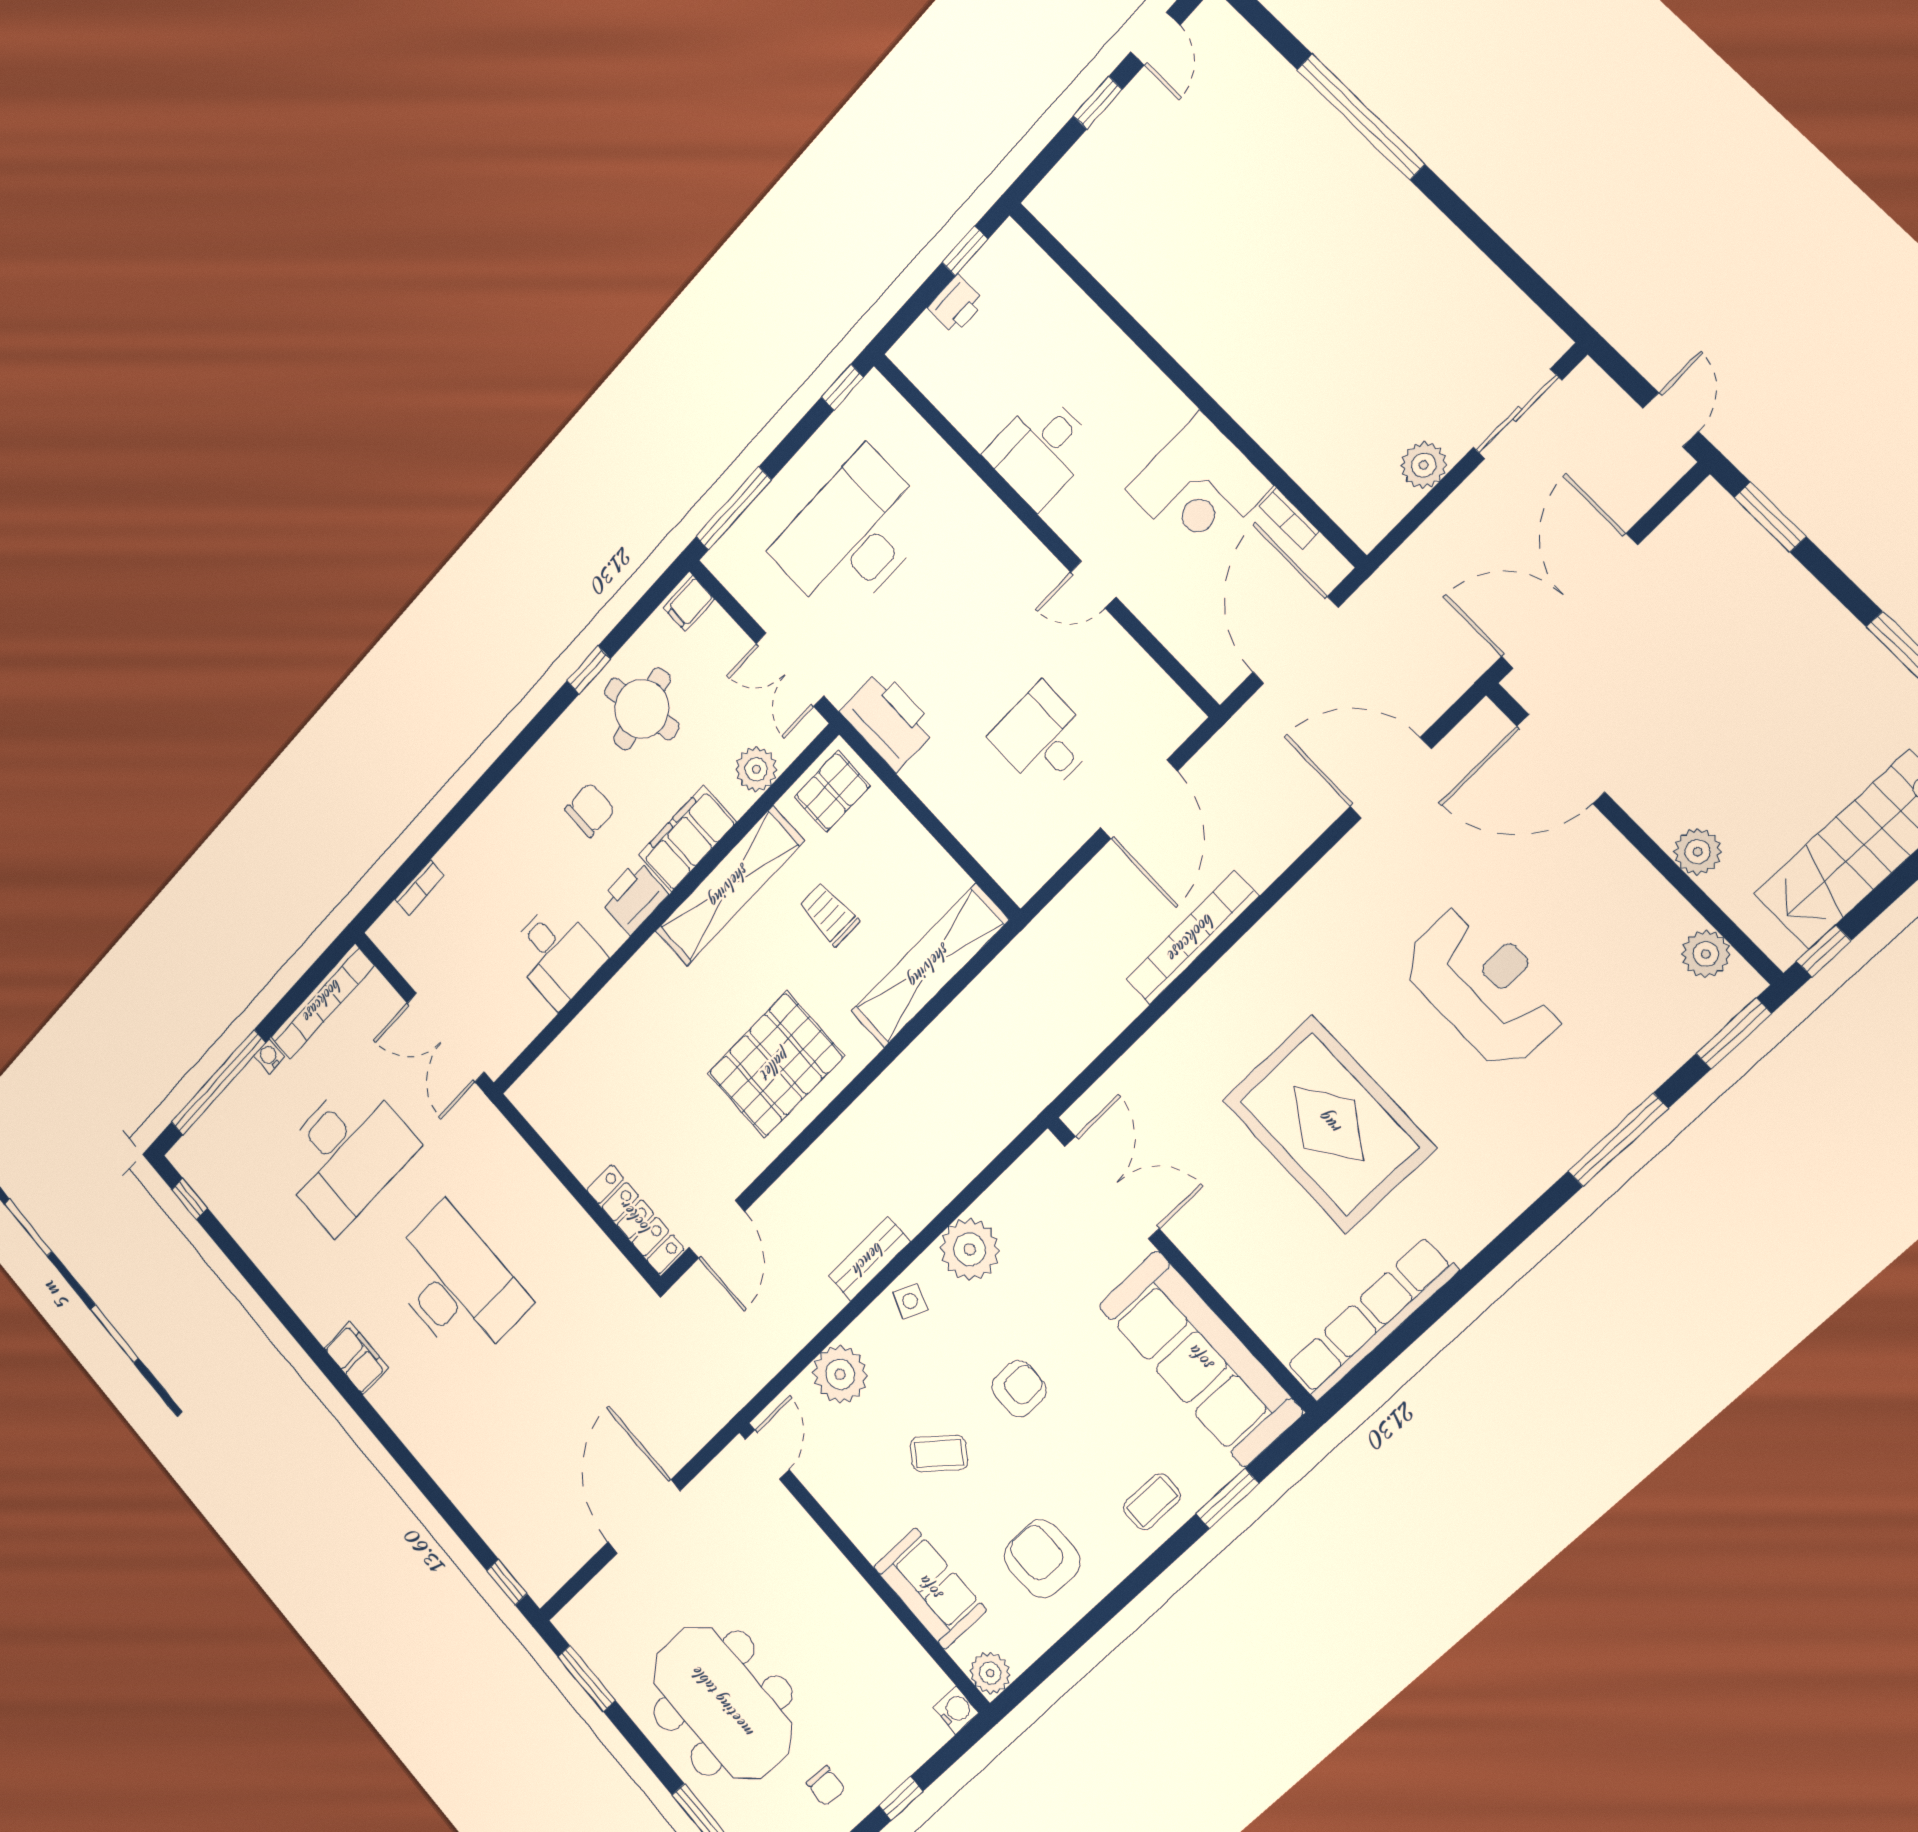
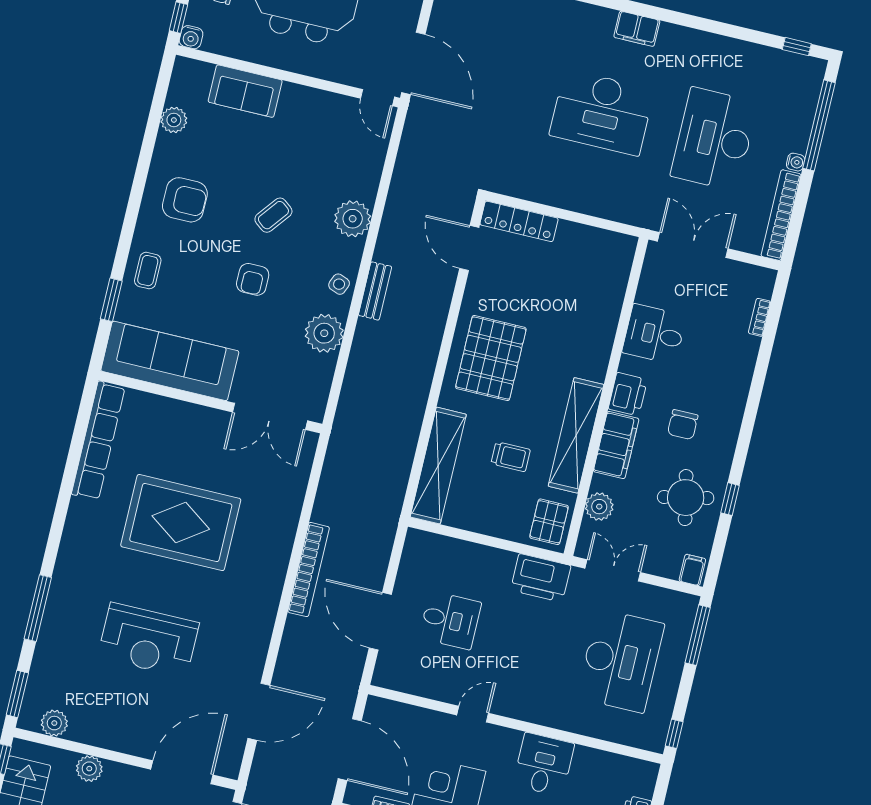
door: (767, 1454) -> (378, 98), moved
wall: (863, 1566) -> (288, 76), moved
sofa: (930, 1589) -> (245, 91), moved
water cooler: (956, 1710) -> (191, 37), moved

